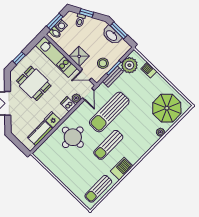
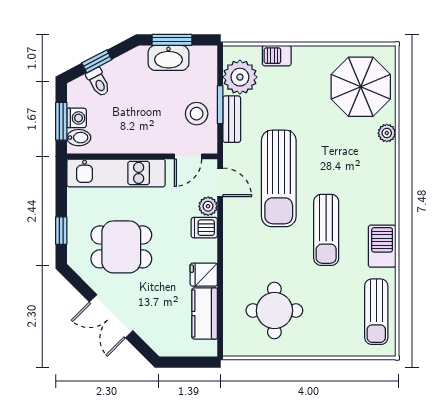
shower: (79, 56) -> (150, 138), removed
round table: (73, 137) -> (274, 311), moved

